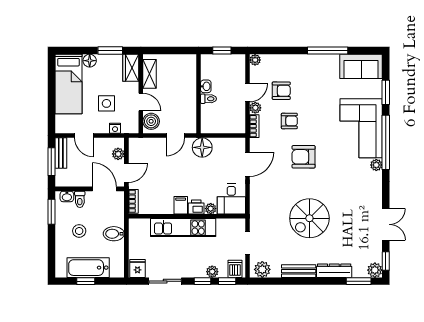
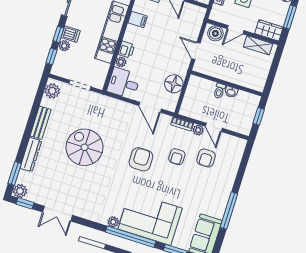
plant: (255, 60) -> (241, 143), removed
floor lamp: (202, 147) -> (174, 84), moved
filing cabinet: (181, 205) -> (138, 19), moved
dishwasher: (235, 269) -> (71, 34), moved

